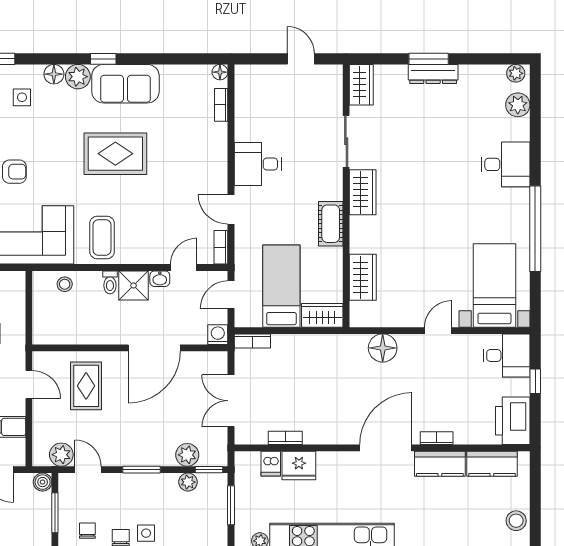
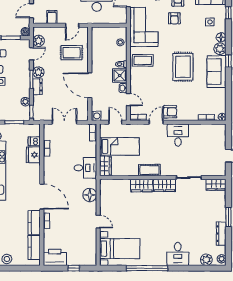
dresser: (433, 74) -> (221, 234), moved
armchair: (209, 180) -> (170, 112), added
wardrobe: (363, 277) -> (142, 185), moved
desk: (506, 355) -> (85, 168), moved, turned -90
plant: (187, 455) -> (38, 72), moved
dresser: (157, 457) -> (38, 87), added

